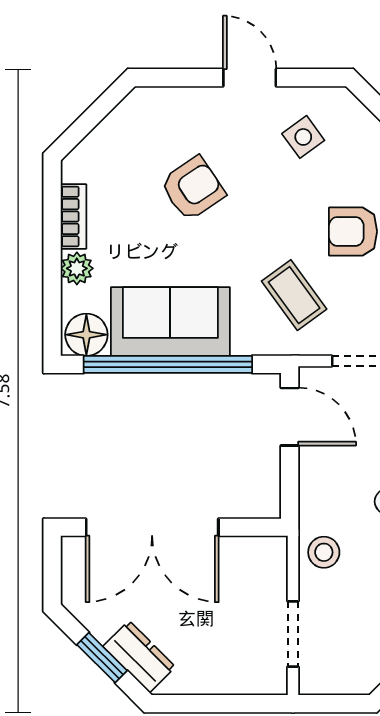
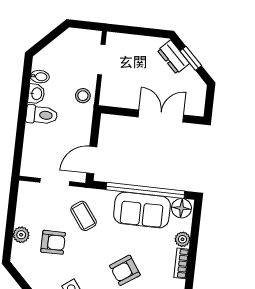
door: (290, 417) -> (92, 160), hinge flipped
double door: (152, 527) -> (161, 116), width x0.73

